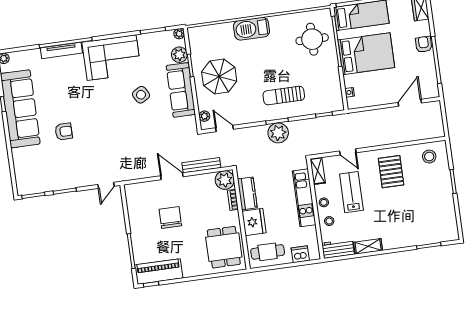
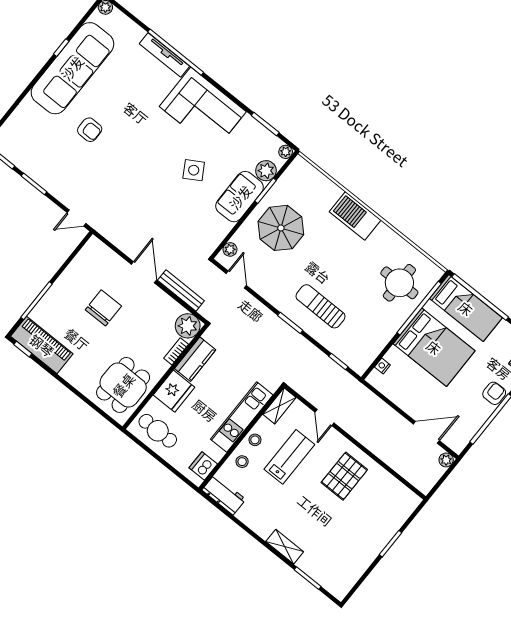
sofa: (181, 90) -> (240, 197), width x0.73
plant: (278, 133) -> (446, 460), moved, width x0.53, depth x0.53
stool: (429, 157) -> (393, 499), removed
shelving: (368, 246) -> (285, 547), moved
dishwasher: (300, 254) -> (203, 466), moved, turned -90

